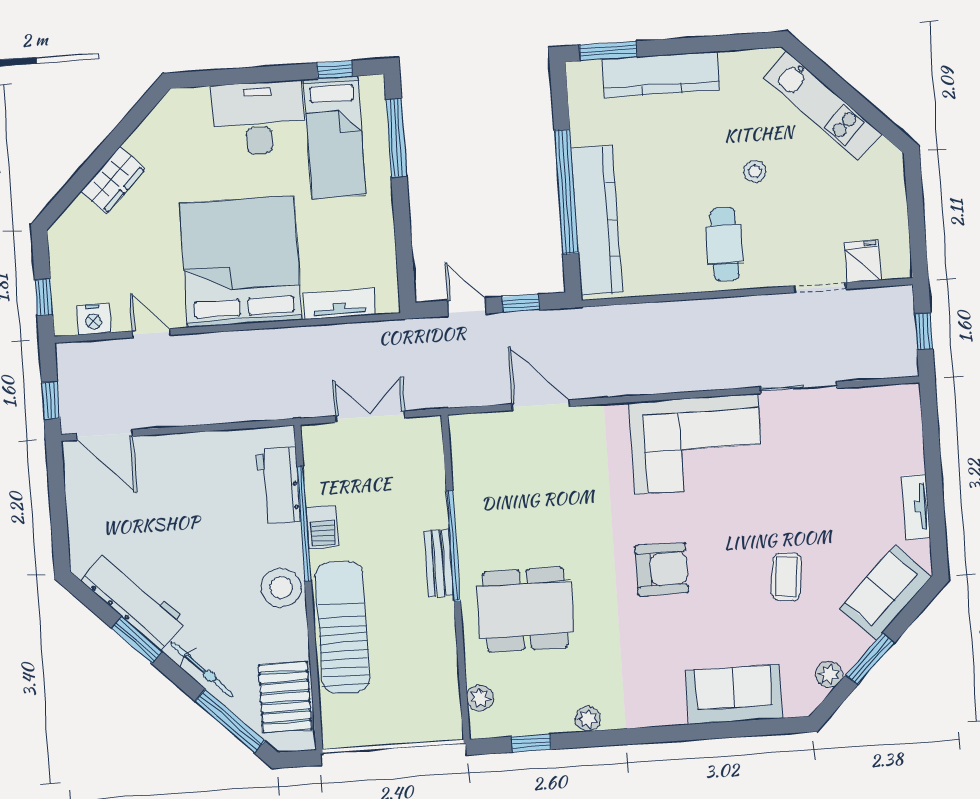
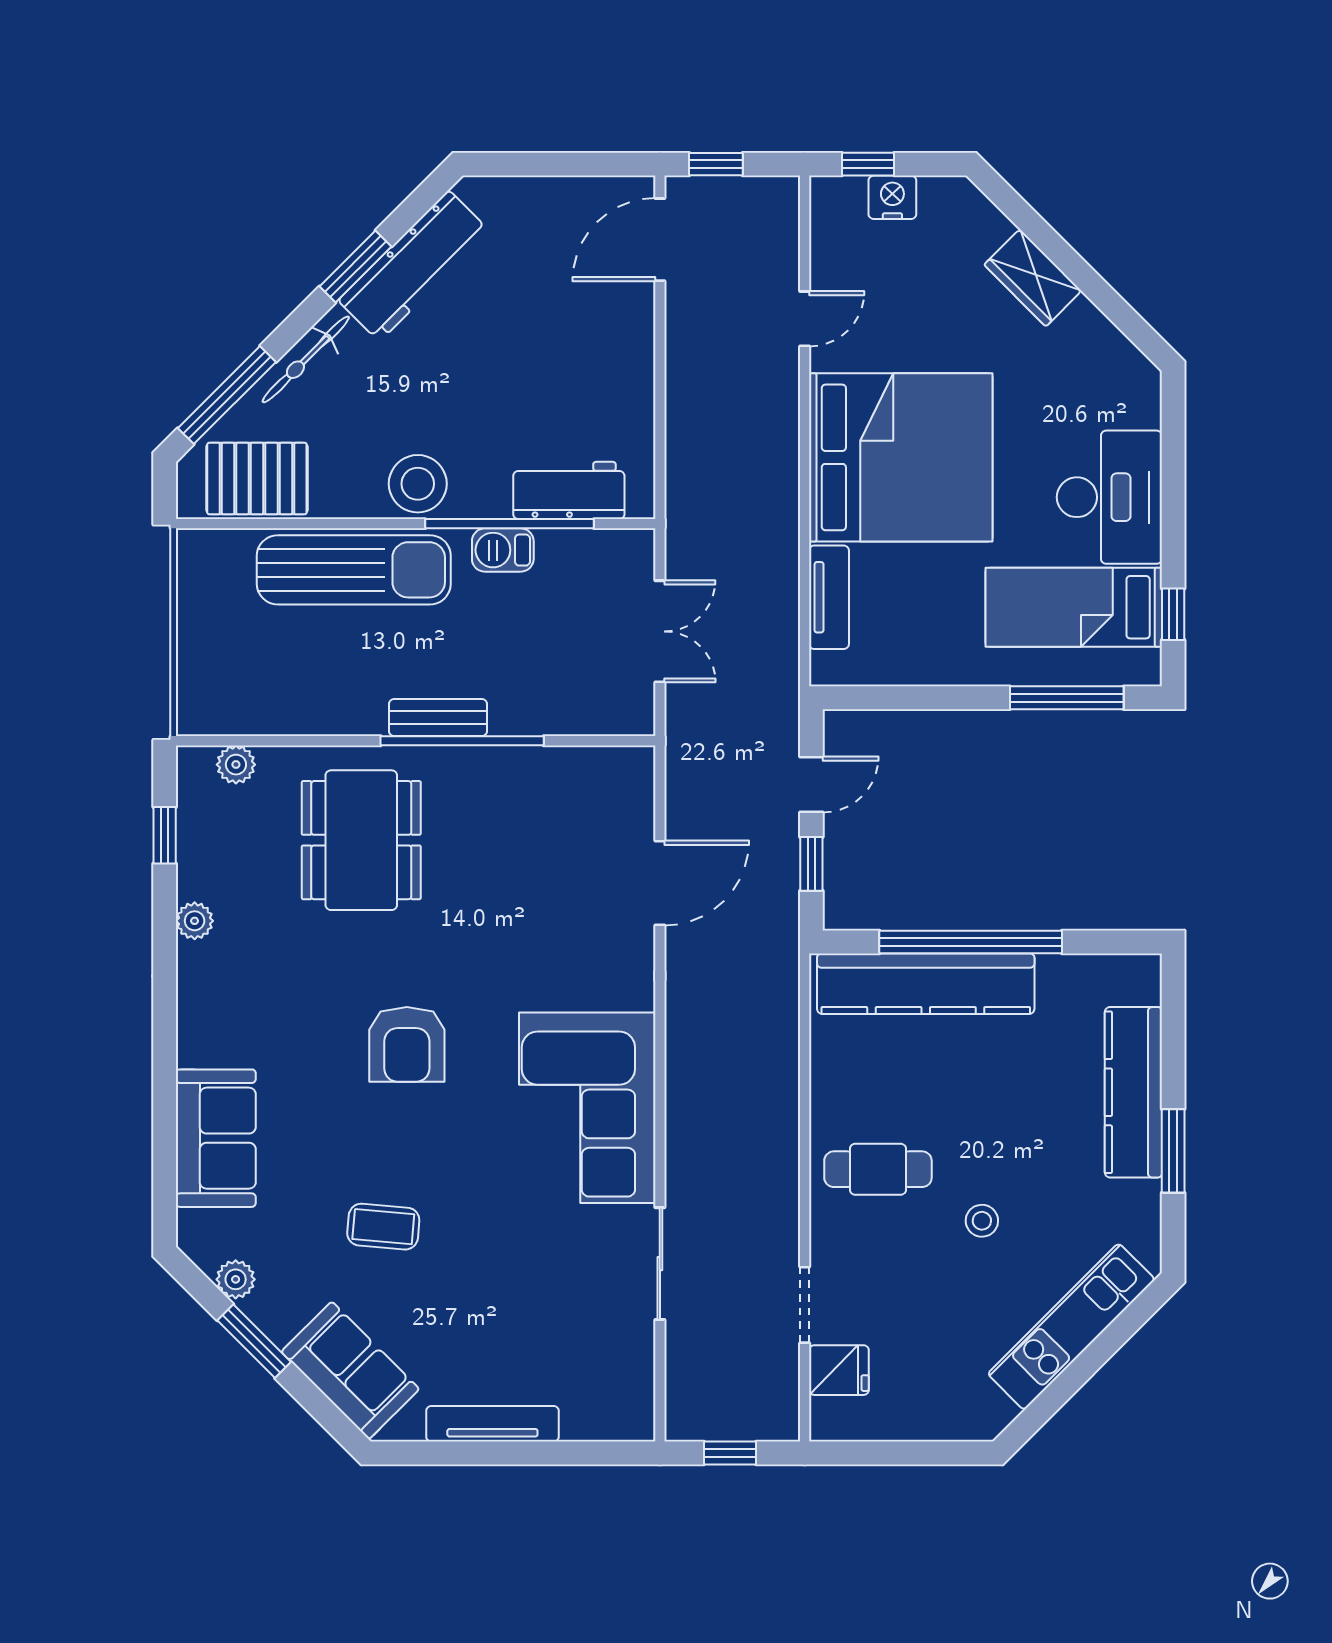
window: (608, 51) -> (1173, 1151), moved
nightstand: (93, 319) -> (892, 197), moved, turned 90
tv unit: (916, 507) -> (492, 1424), width x1.41

